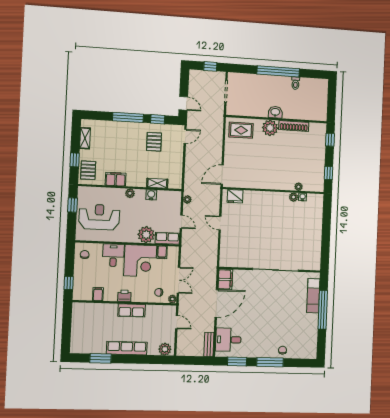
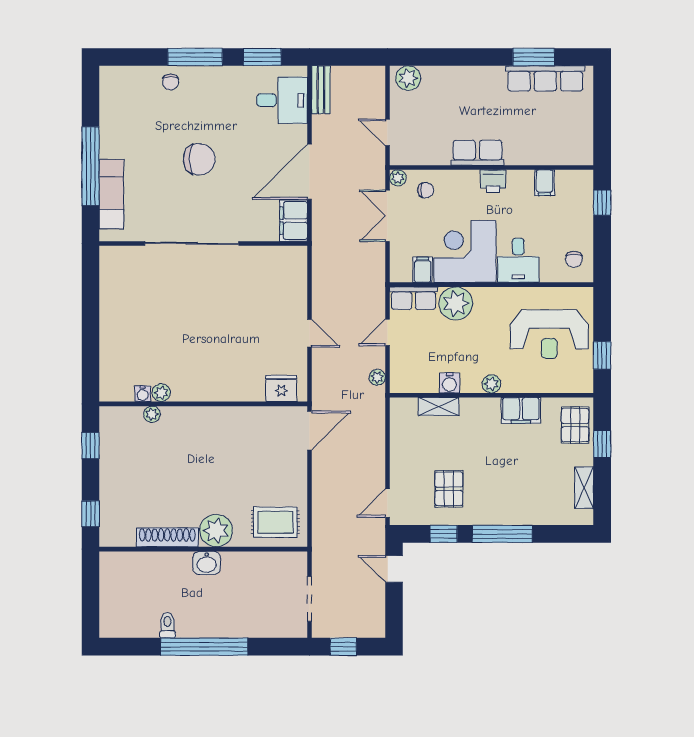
door: (181, 222) -> (388, 332), hinge flipped
chair: (270, 311) -> (199, 159), added
row of seats: (127, 348) -> (545, 78), moved

